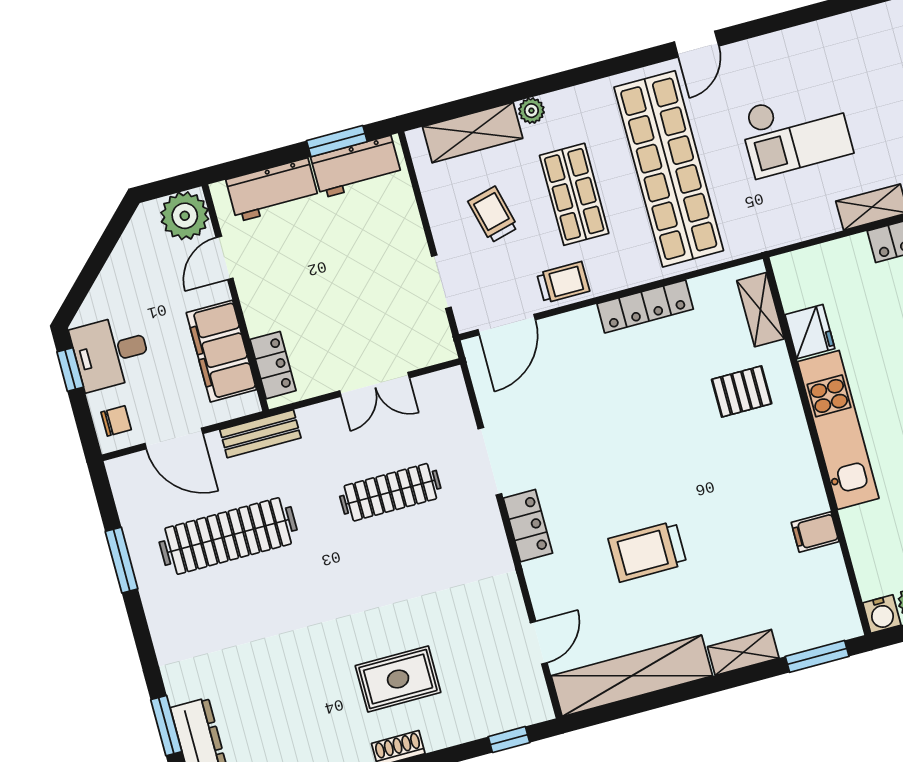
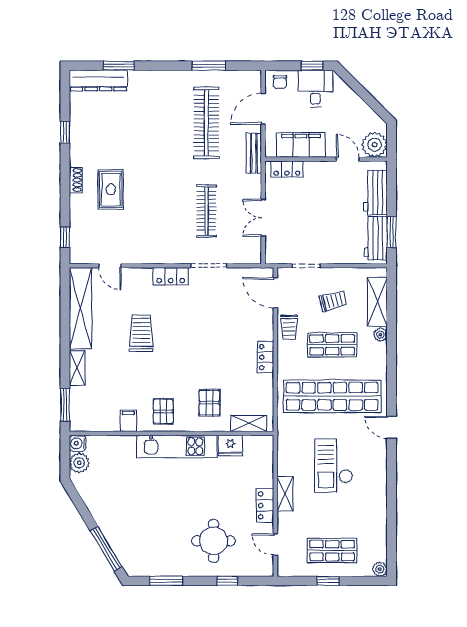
locker: (645, 306) -> (266, 357), width x0.66
pallet: (781, 472) -> (163, 411), added

